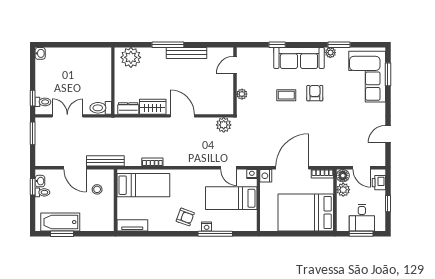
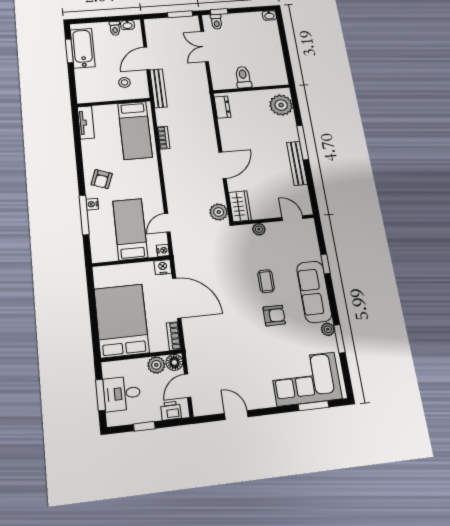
wardrobe: (153, 107) -> (240, 206), moved
toilet: (101, 108) -> (243, 77), moved
double door: (67, 116) -> (205, 47), swing flipped
window: (33, 187) -> (120, 18), removed

